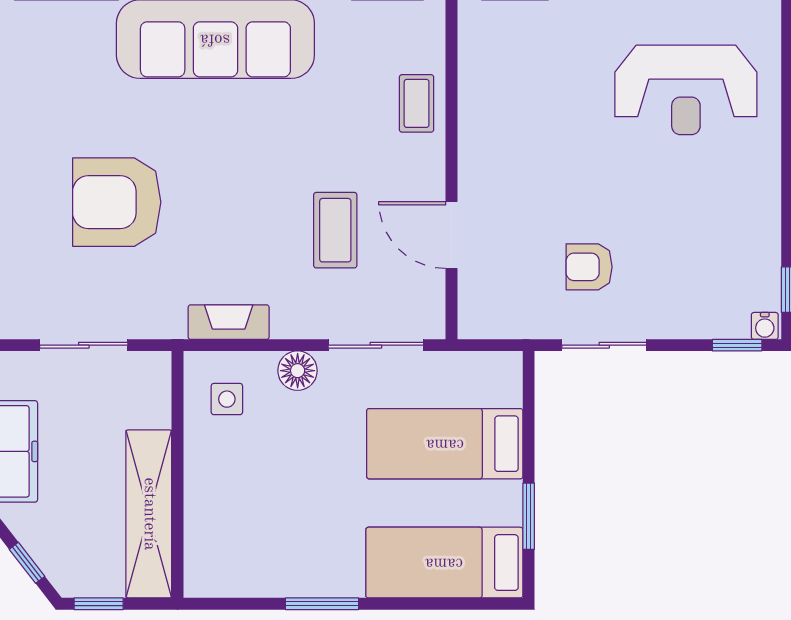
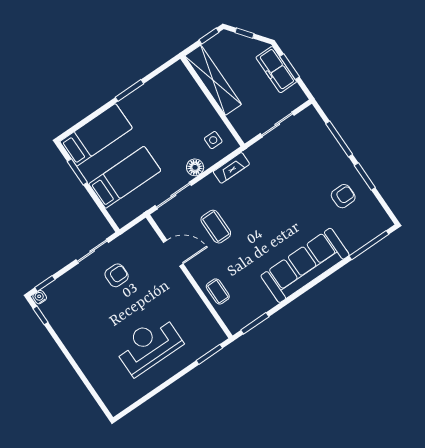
reception desk: (686, 90) -> (148, 345), moved
armchair: (117, 202) -> (343, 196), moved, width x0.53, depth x0.53

